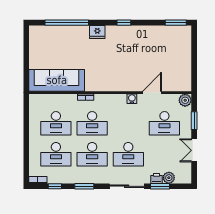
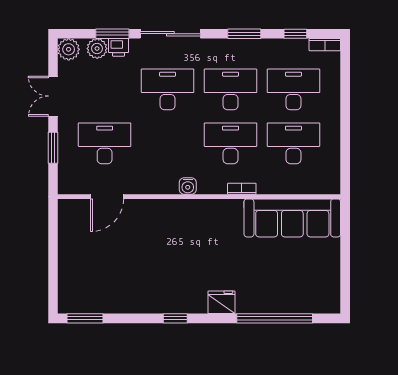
door: (152, 93) -> (107, 197), moved
water cooler: (132, 99) -> (188, 186), moved
plant: (185, 100) -> (69, 49), moved
double door: (194, 150) -> (53, 96), swing flipped

